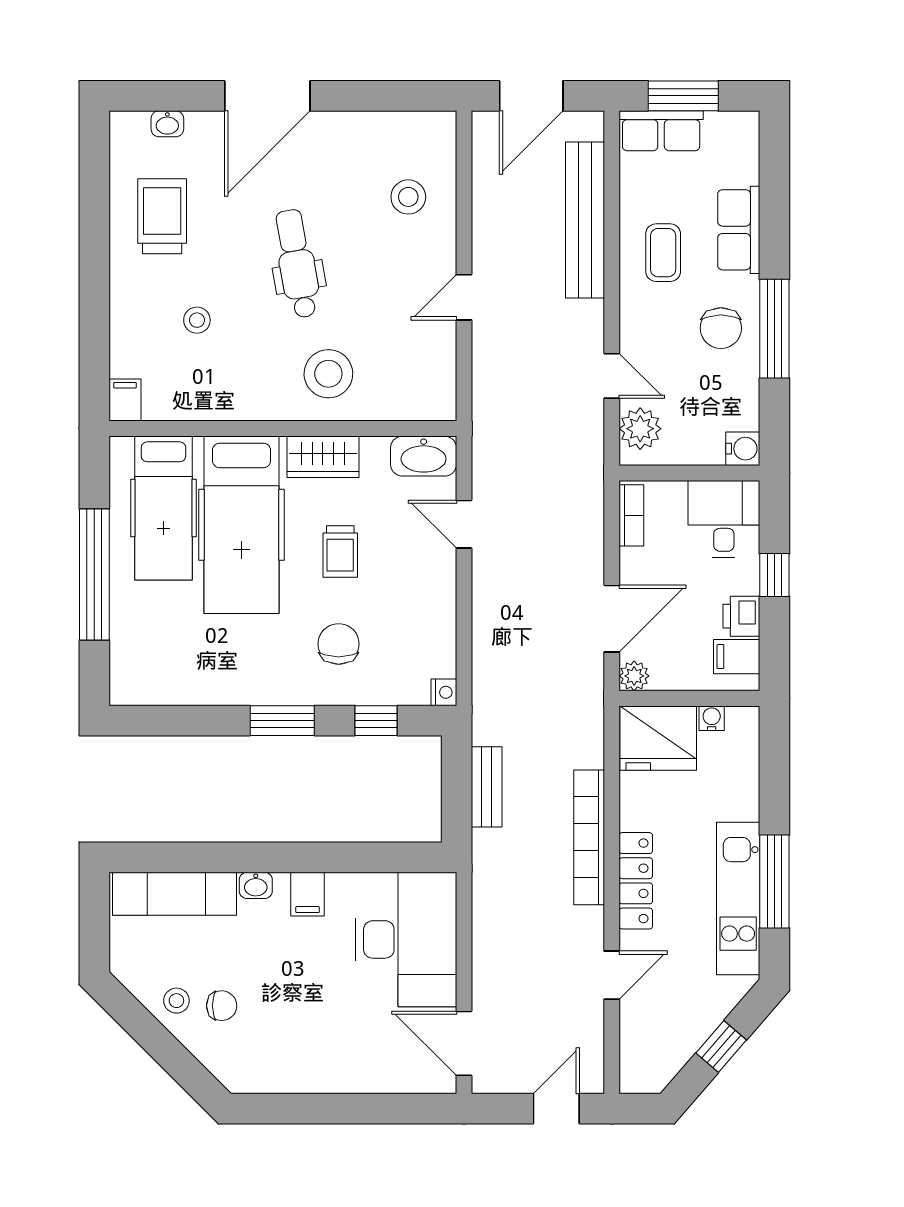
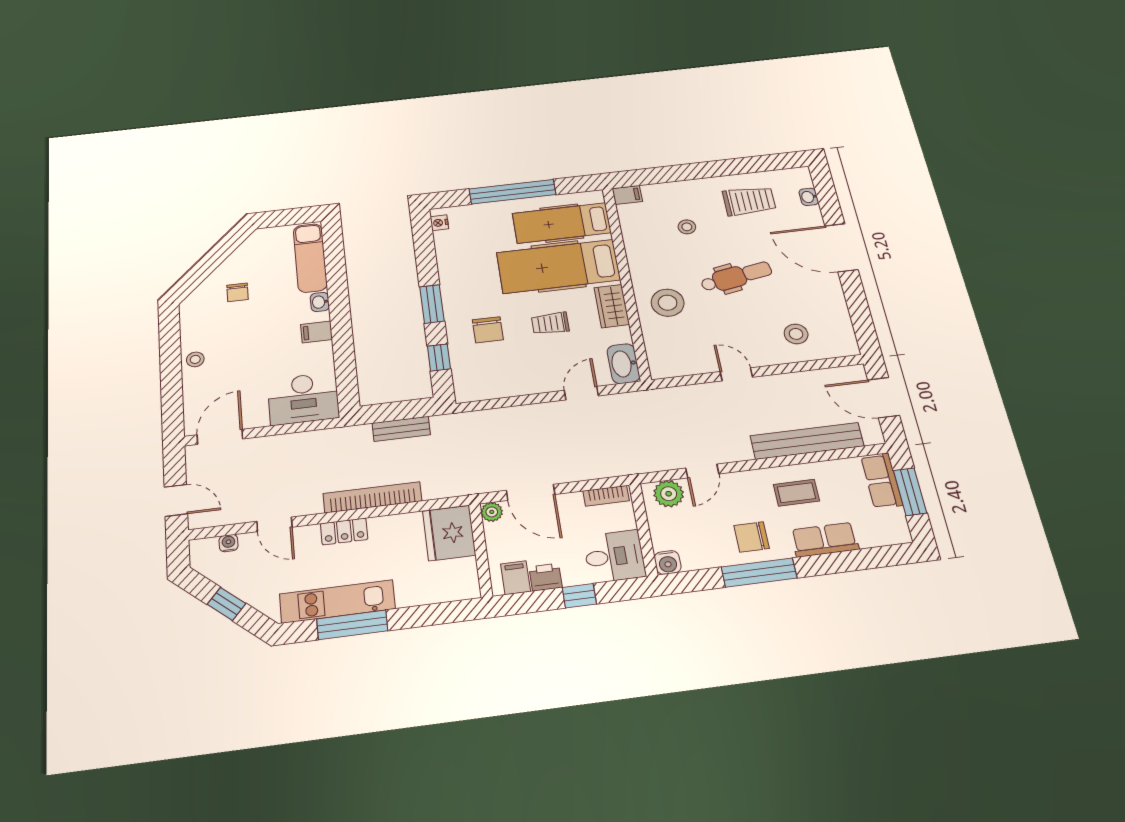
chair: (339, 644) -> (488, 330), turned 90
nightstand: (444, 692) -> (439, 223), moved, turned 90
water cooler: (712, 718) -> (228, 543), moved, turned -90
locker: (636, 881) -> (344, 531), width x0.66
desk: (406, 939) -> (303, 399), width x0.73, depth x0.77
stool: (176, 1001) -> (195, 359), moved

